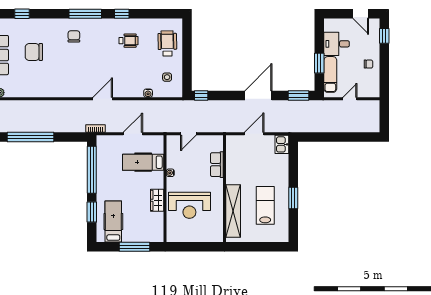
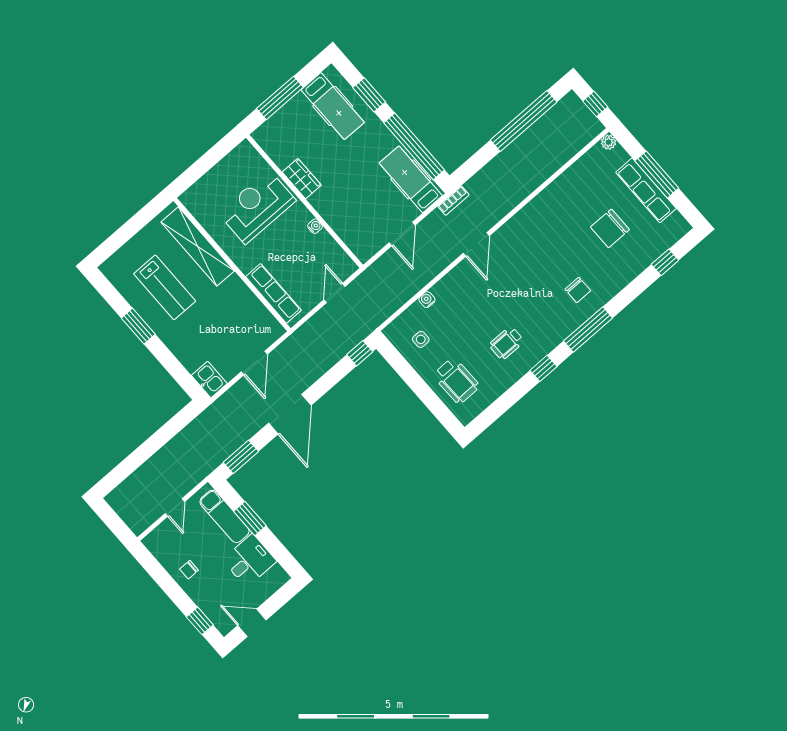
chair: (34, 52) -> (610, 228), turned 180
hospital bed: (143, 162) -> (411, 179), moved, turned -90
row of seats: (217, 165) -> (274, 293), width x1.48

